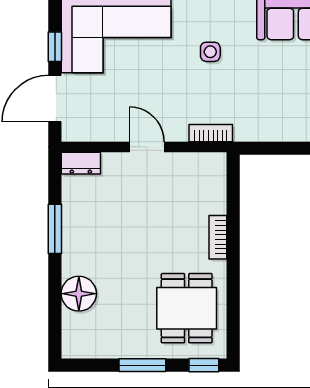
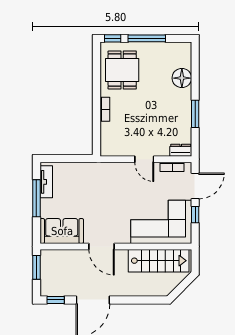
side table: (210, 52) -> (109, 212), removed
bookcase: (211, 133) -> (172, 167), moved
window: (142, 365) -> (147, 38), width x1.44

